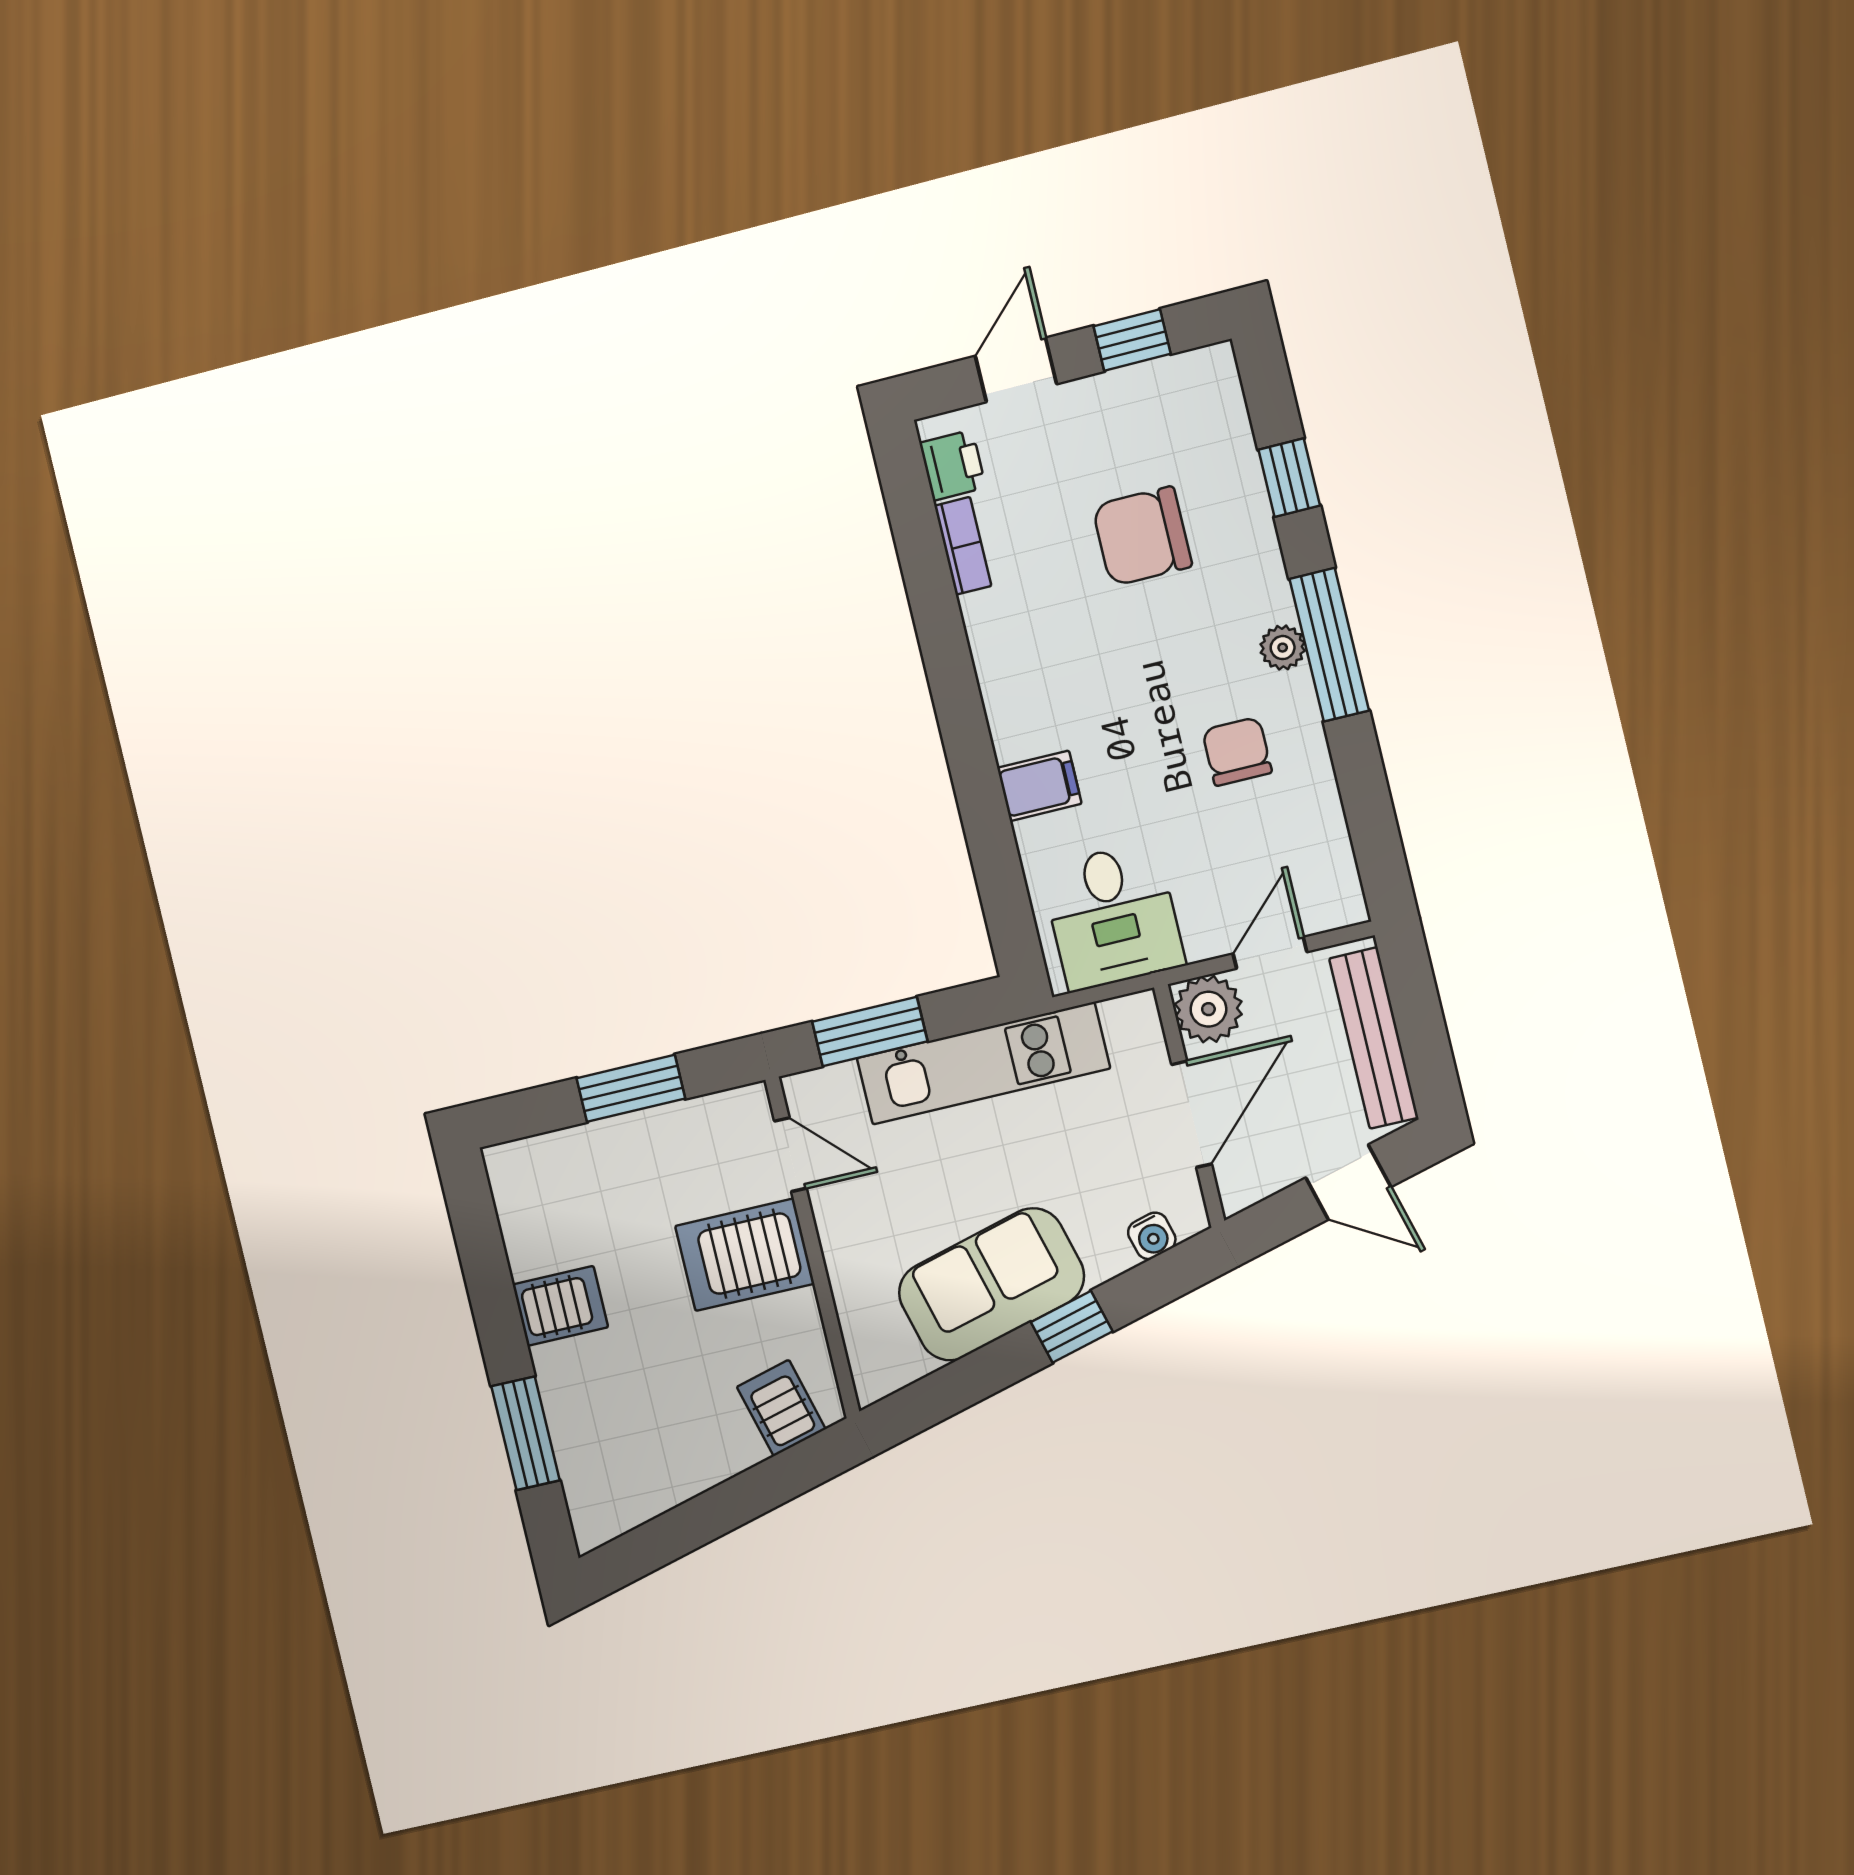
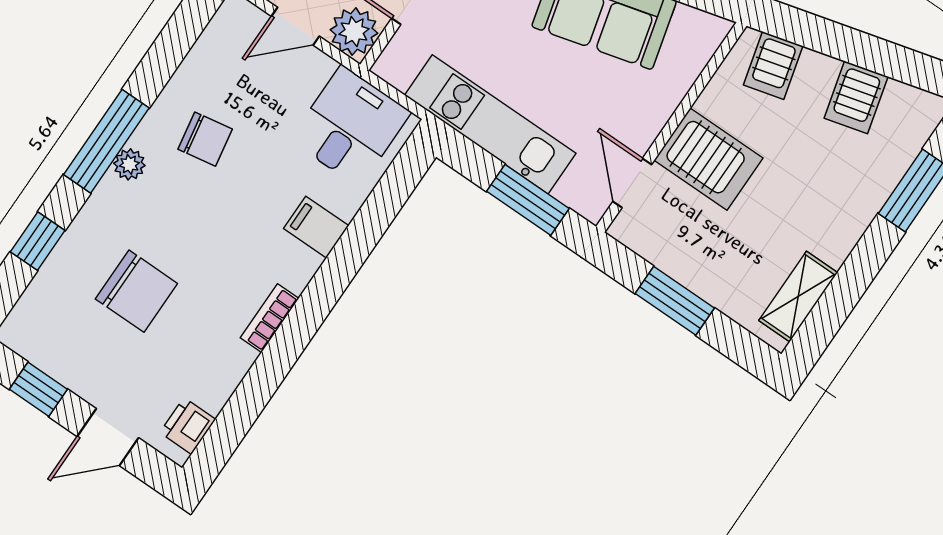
bookcase: (963, 546) -> (270, 318), moved
chair: (1237, 751) -> (205, 139), turned -100
shelving: (523, 1218) -> (798, 297), added
server rack: (560, 1306) -> (856, 97), moved, turned -105

